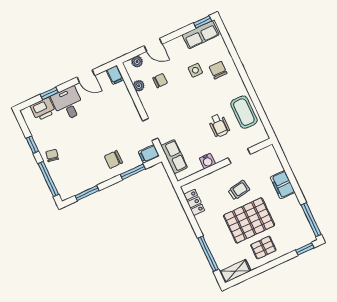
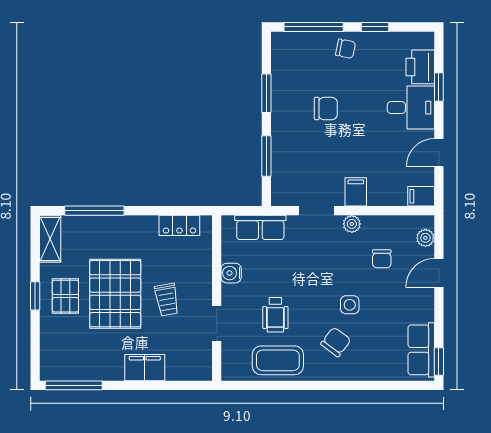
side table: (195, 70) -> (350, 305), moved
chair: (218, 70) -> (336, 342), moved, turned -53
plant: (139, 86) -> (352, 224), moved
wheelchair: (219, 125) -> (275, 315), turned -90
filing cabinet: (149, 154) -> (356, 192), moved
chair: (113, 159) -> (326, 109), moved, turned 90
window: (87, 193) -> (266, 93), moved
window: (305, 249) -> (35, 296), moved

